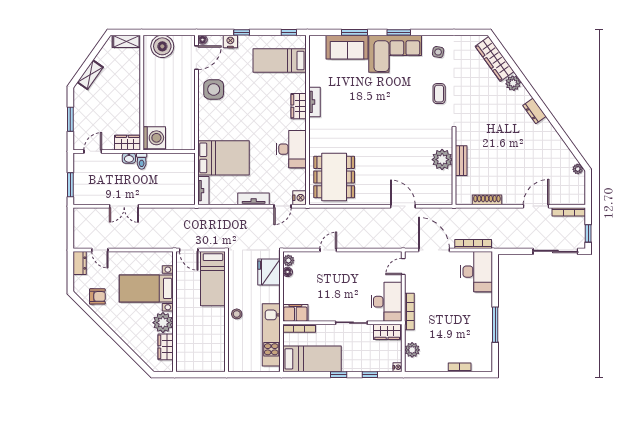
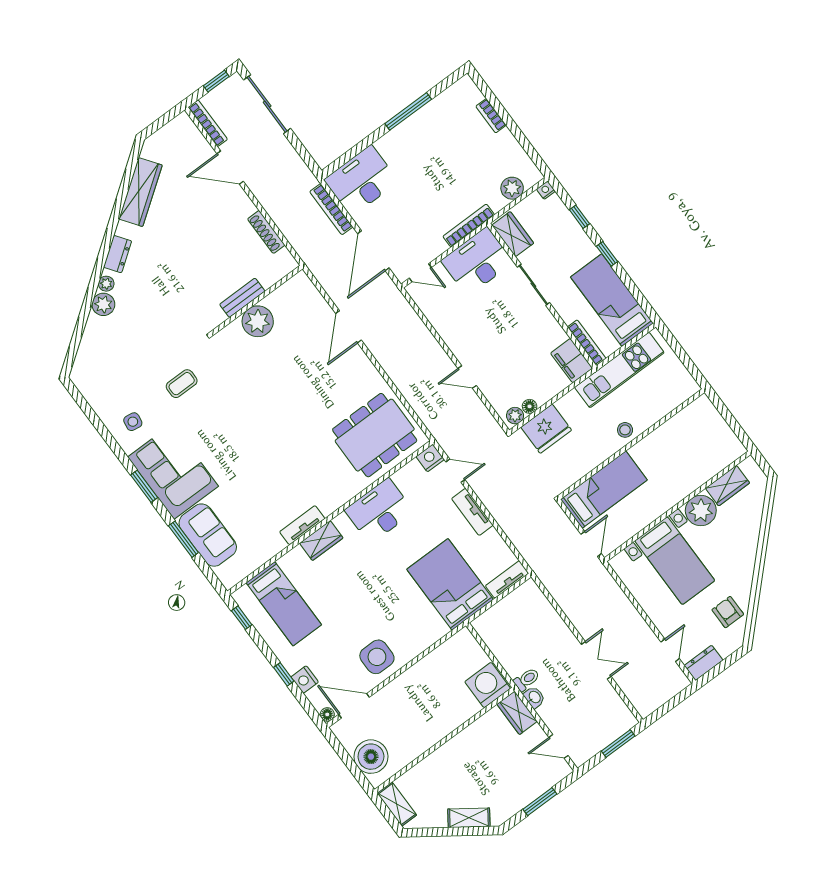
wardrobe: (495, 59) -> (141, 192), moved
plant: (578, 169) -> (106, 284), moved

